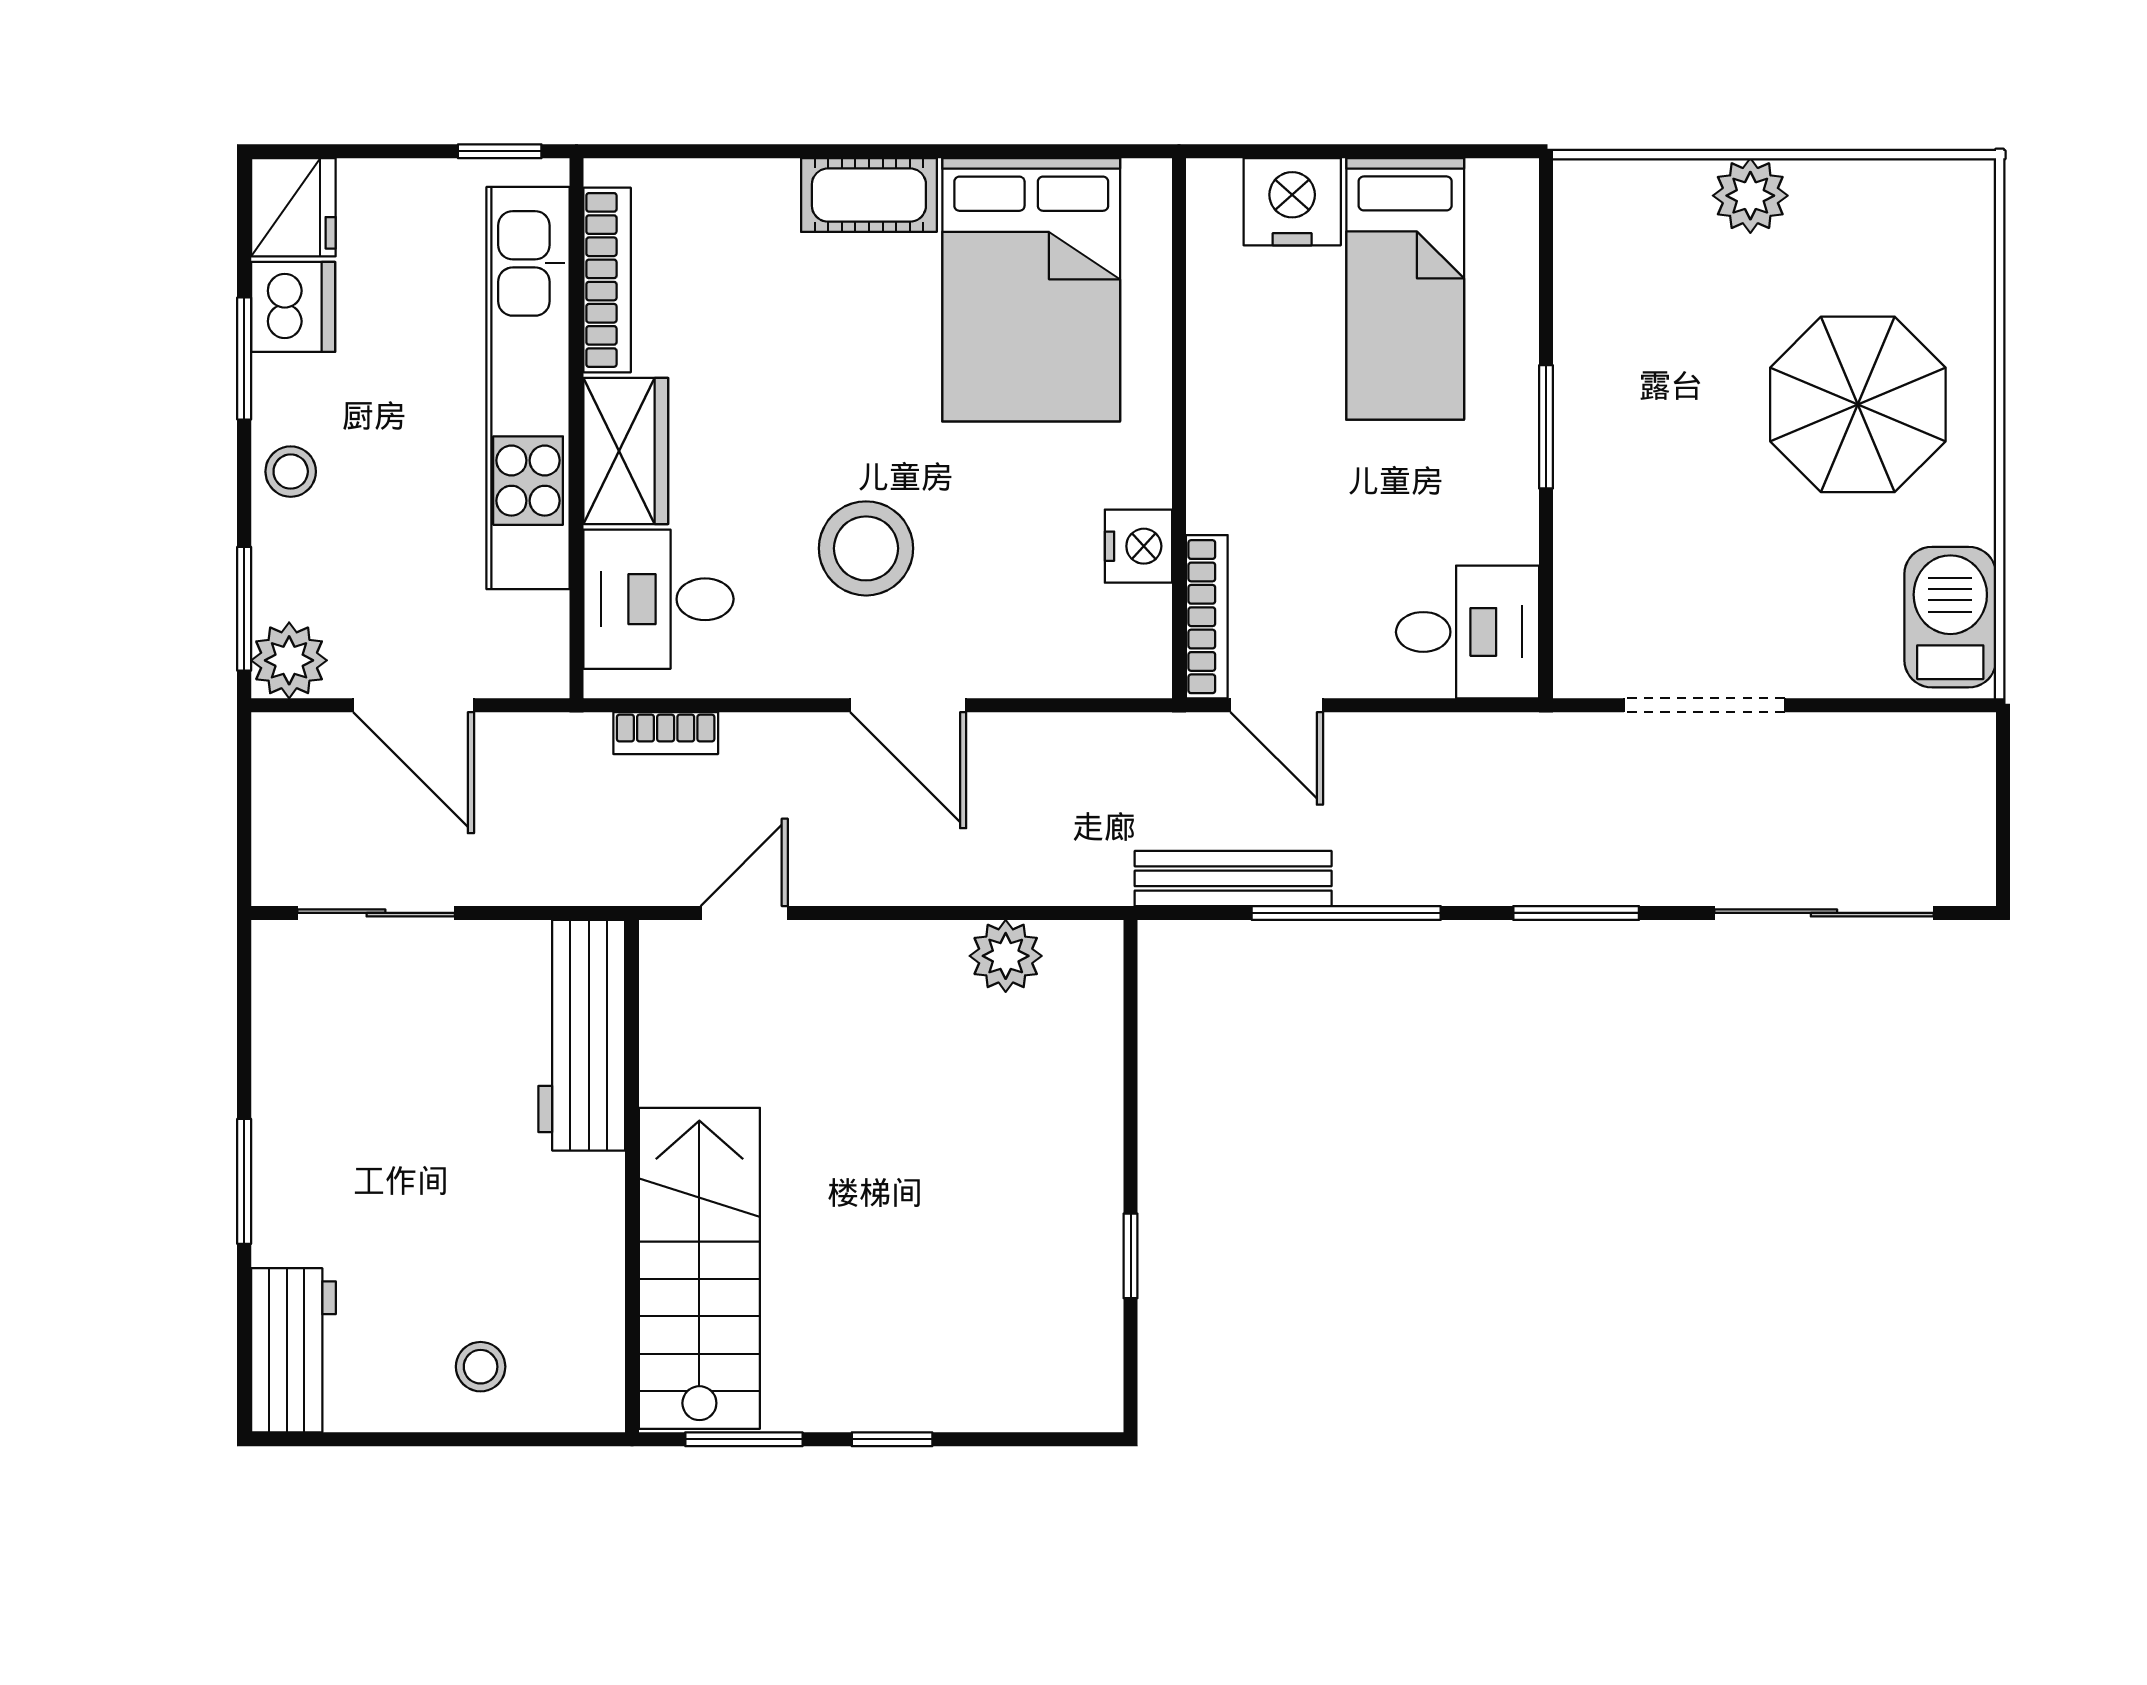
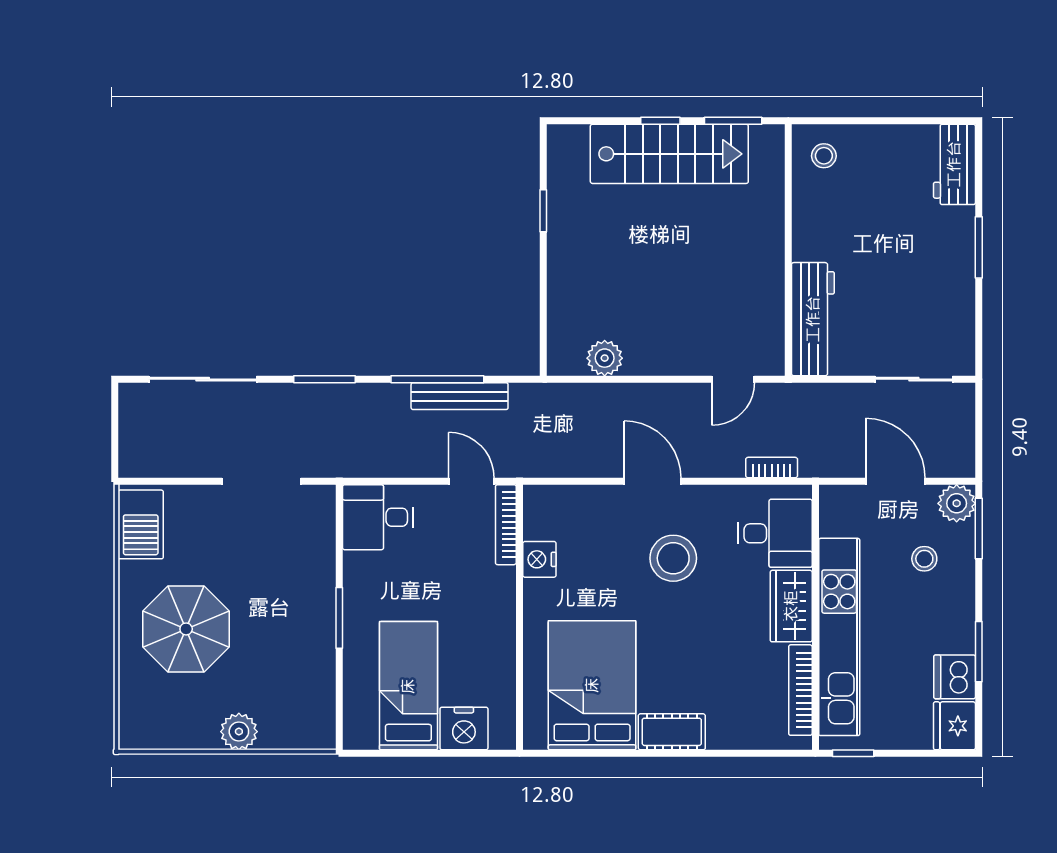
stool: (291, 472) -> (924, 559), moved
bench: (1233, 878) -> (460, 396), moved
stairs: (699, 1268) -> (669, 154), moved, turned -90
stool: (481, 1367) -> (824, 156), moved

